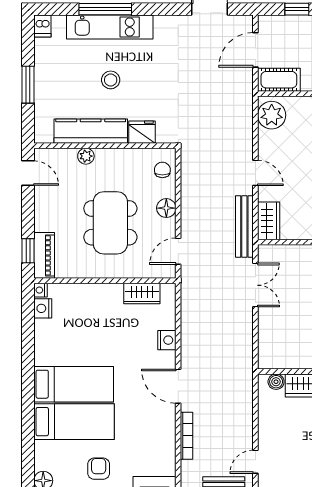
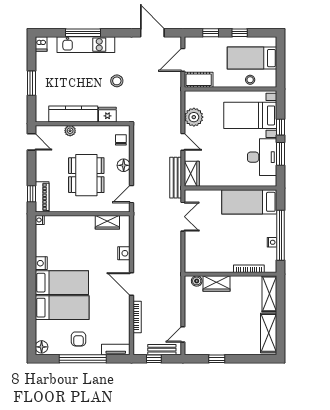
stool: (111, 80) -> (117, 81), moved
plant: (272, 115) -> (194, 117), moved
nightstand: (43, 308) -> (41, 263), moved
armchair: (99, 469) -> (78, 339), turned 180

